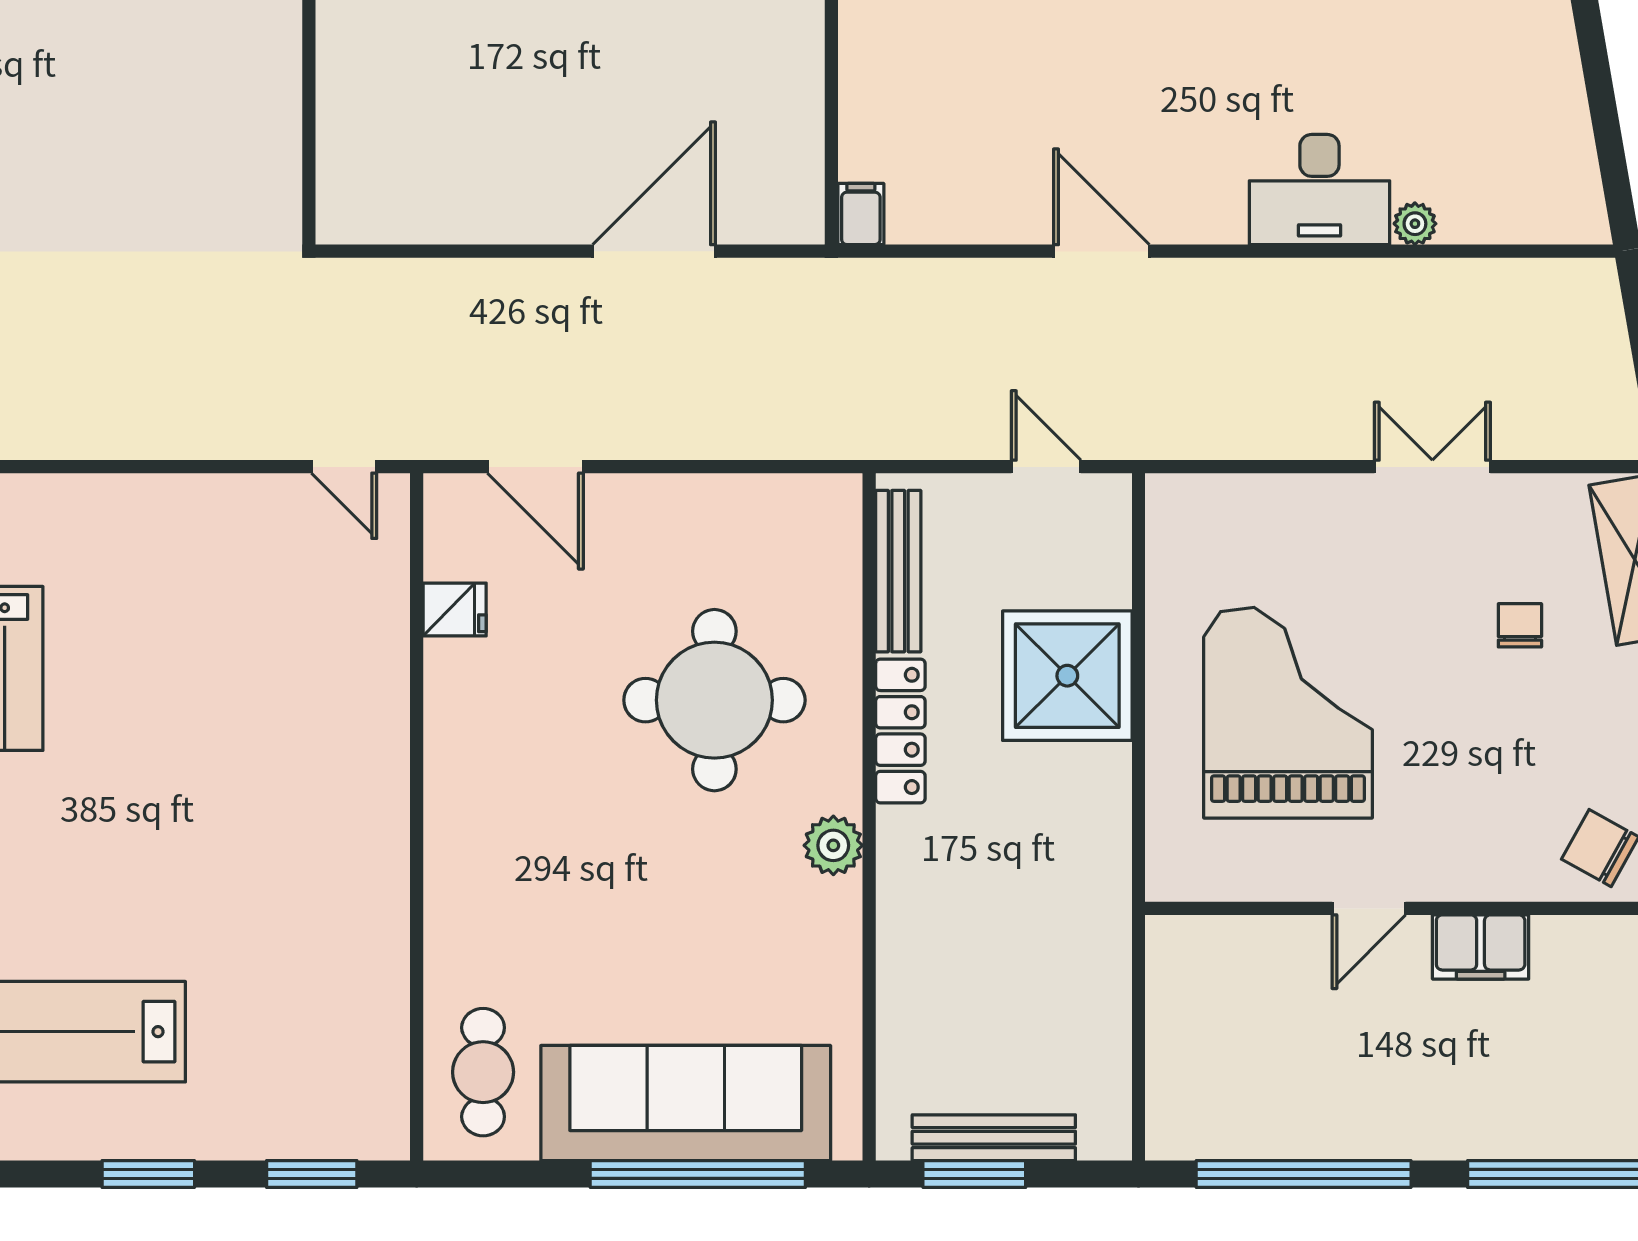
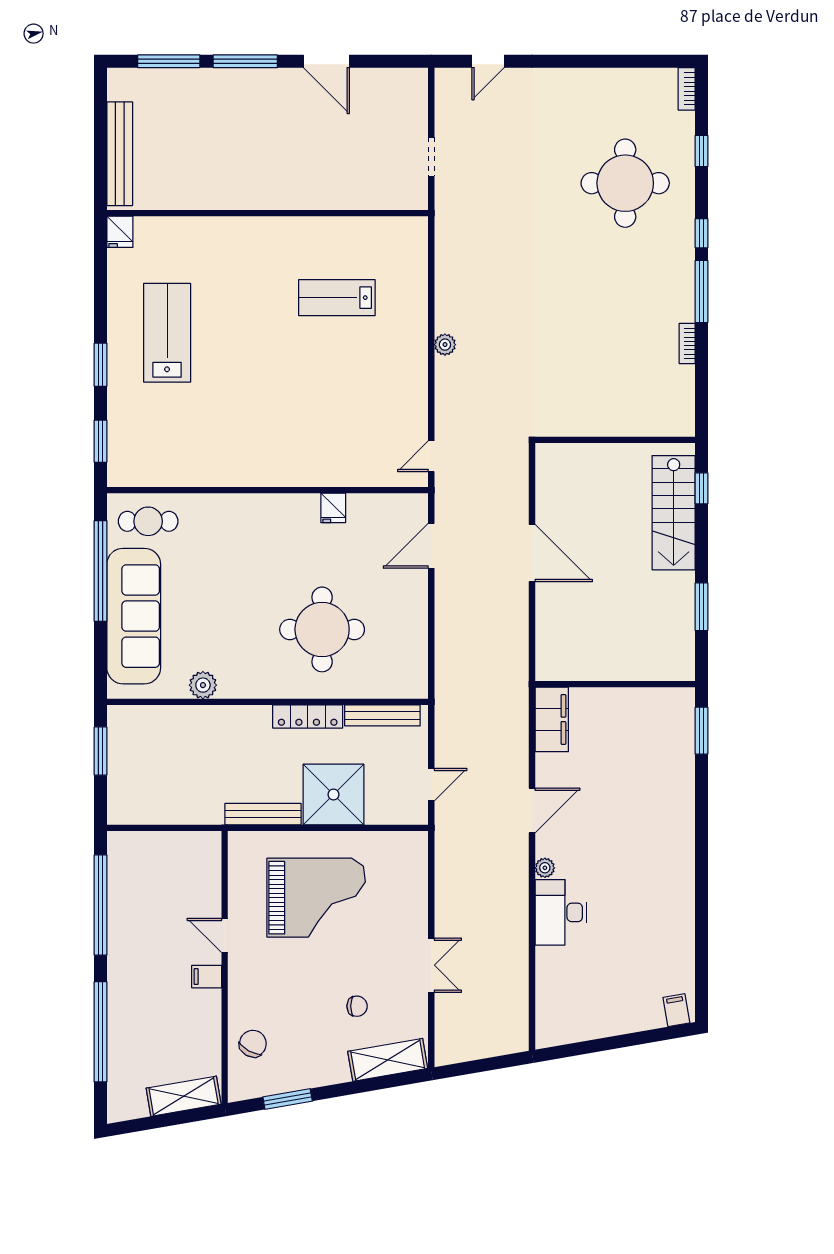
filing cabinet: (861, 214) -> (552, 719), width x3.00, depth x1.17
plant: (1415, 224) -> (545, 868), moved
door: (654, 251) -> (532, 553), moved
plant: (105, 437) -> (445, 345), added
fridge: (455, 609) -> (333, 508), moved
plant: (833, 845) -> (203, 685), moved
filing cabinet: (1481, 947) -> (207, 977), width x0.50
bench: (994, 1138) -> (263, 814), moved, turned 90
window: (698, 1174) -> (100, 571), moved

